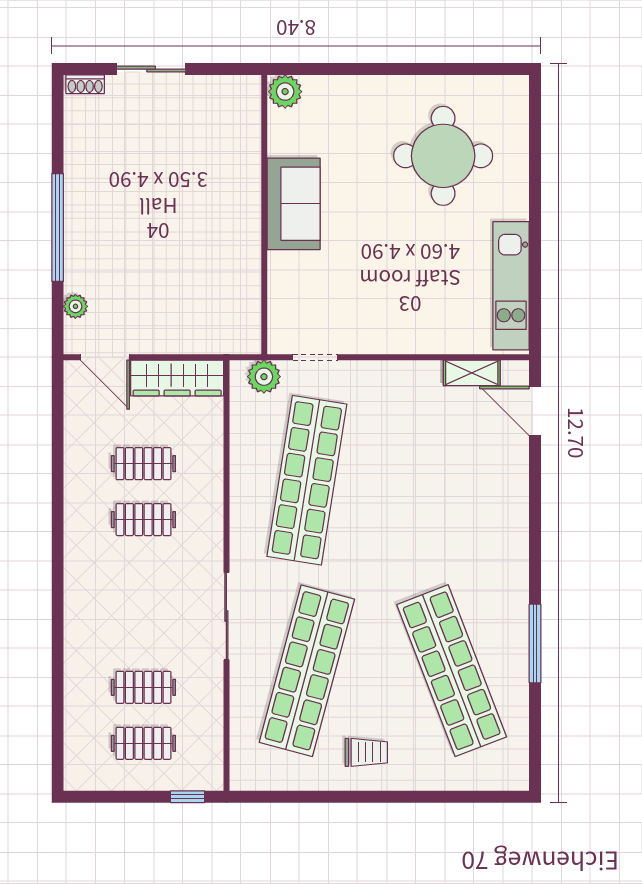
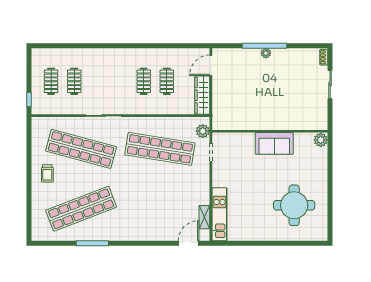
kitchen unit: (511, 286) -> (220, 214), moved, turned 90
plant: (75, 306) -> (266, 53), moved

